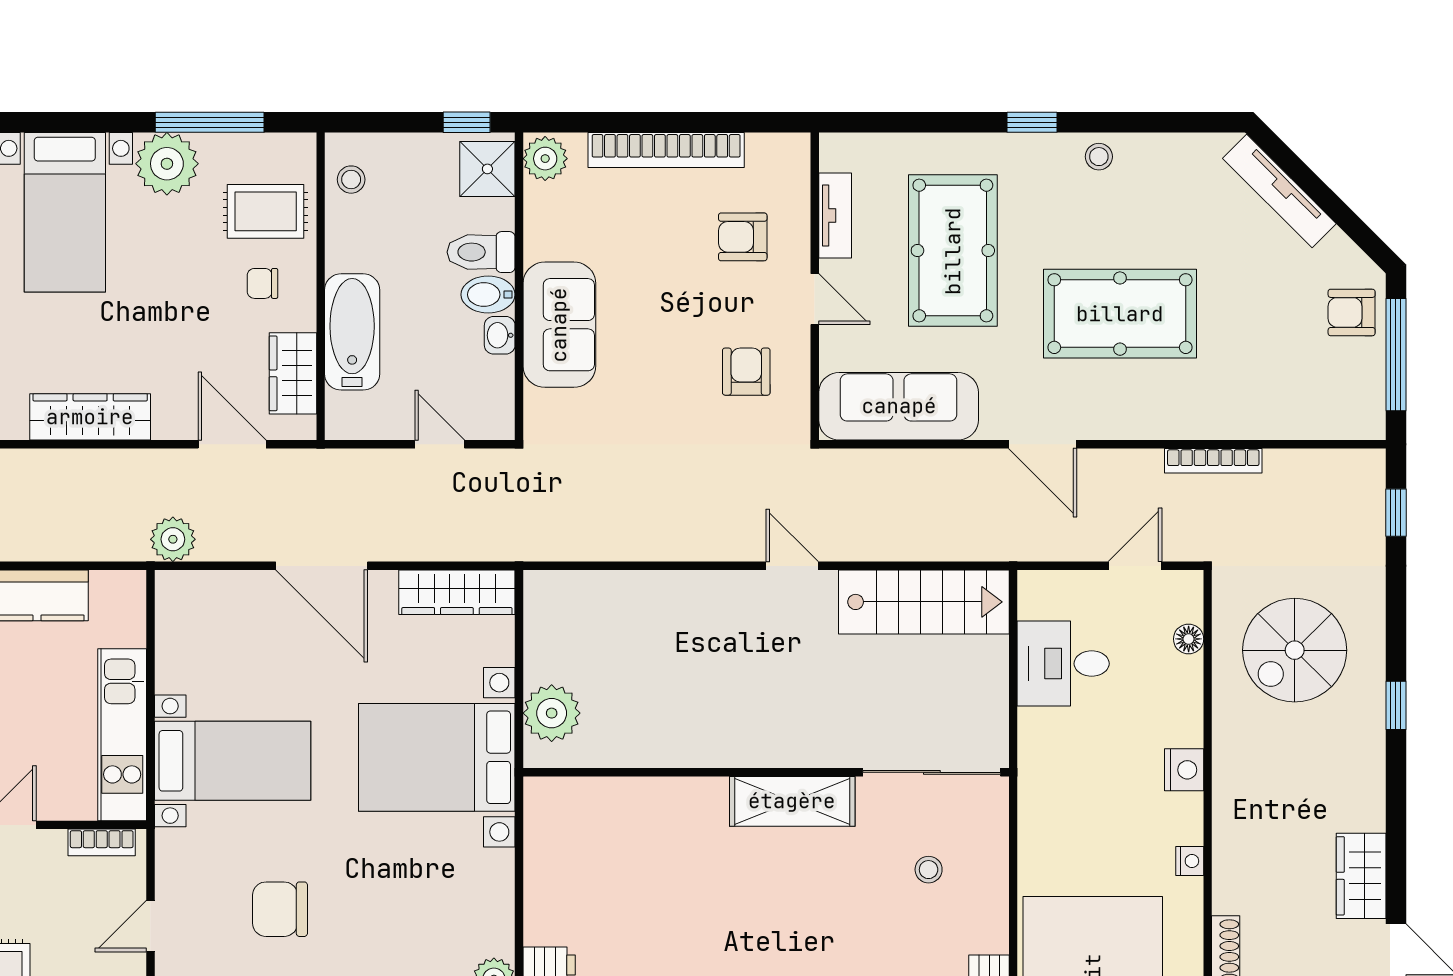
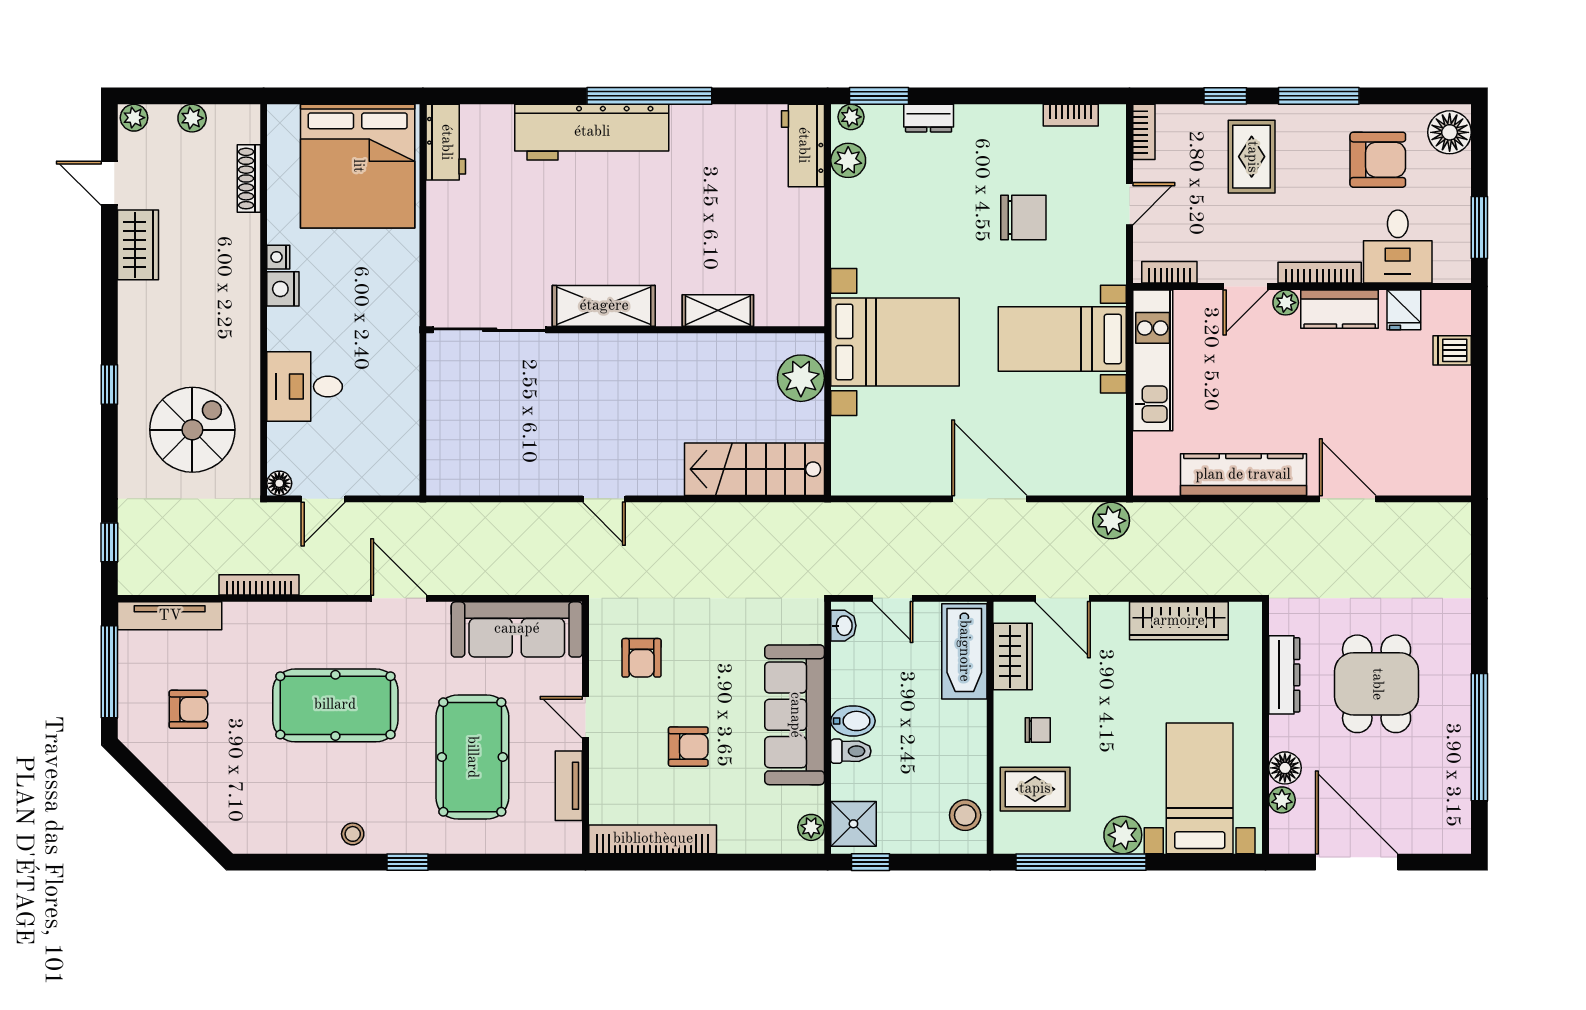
window: (210, 122) -> (1081, 862), width x1.46
bookcase: (666, 150) -> (653, 839), moved
plant: (545, 159) -> (811, 827), width x0.73, depth x0.73
plant: (167, 164) -> (1123, 835), width x0.73, depth x0.73
stool: (351, 180) -> (965, 815), width x1.37, depth x1.37
tv unit: (1279, 191) -> (170, 616), moved, turned 135
armchair: (743, 237) -> (688, 747), moved
toilet: (481, 252) -> (851, 751), width x0.73, depth x0.72
armchair: (1352, 312) -> (188, 709), moved
sofa: (559, 325) -> (795, 715), width x1.36
bathtub: (352, 332) -> (964, 651), moved
washbasin: (500, 335) -> (843, 626), moved
wardrobe: (457, 592) -> (878, 477), removed
stairs: (924, 602) -> (754, 469), moved
floor lamp: (1189, 639) -> (279, 483), moved
desk: (1063, 664) -> (305, 387), moved, turned 180
nightstand: (1184, 770) -> (283, 289), moved
shelving: (653, 796) -> (718, 310), added
stool: (929, 870) -> (492, 250), removed

